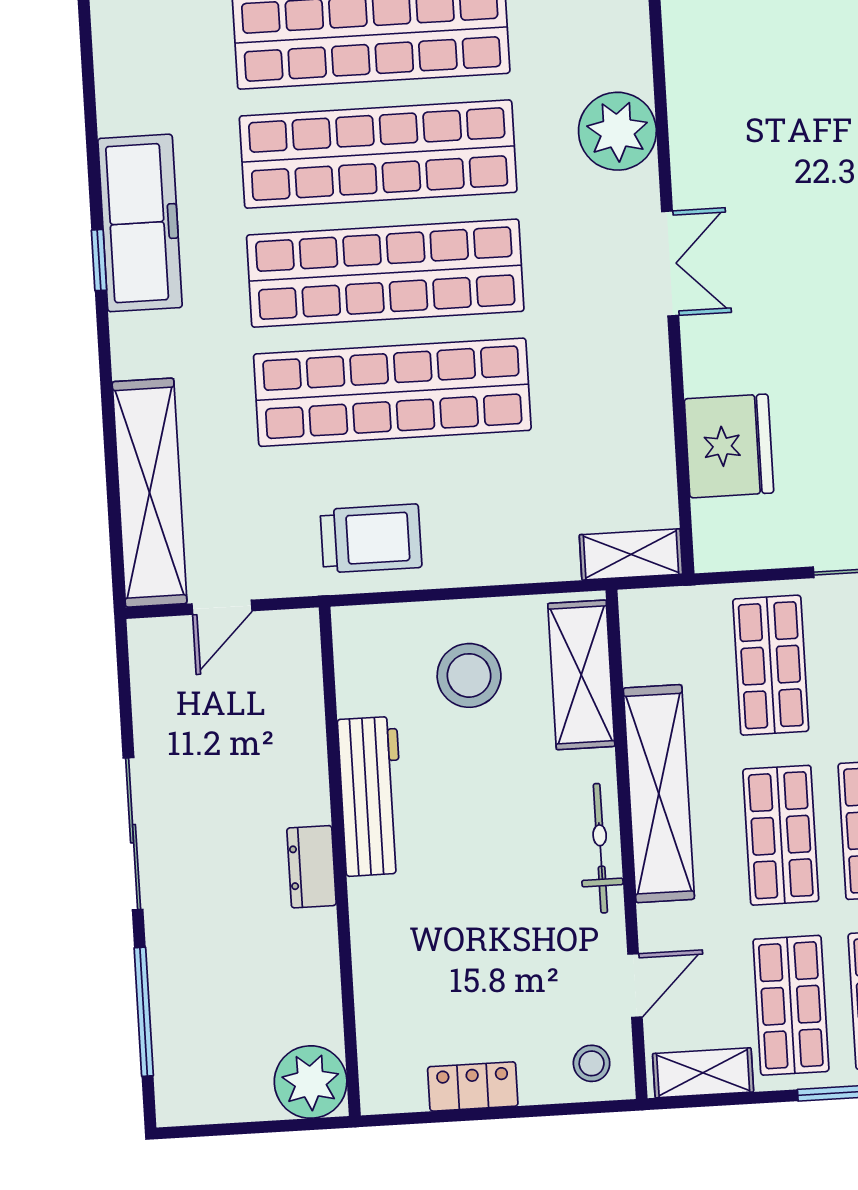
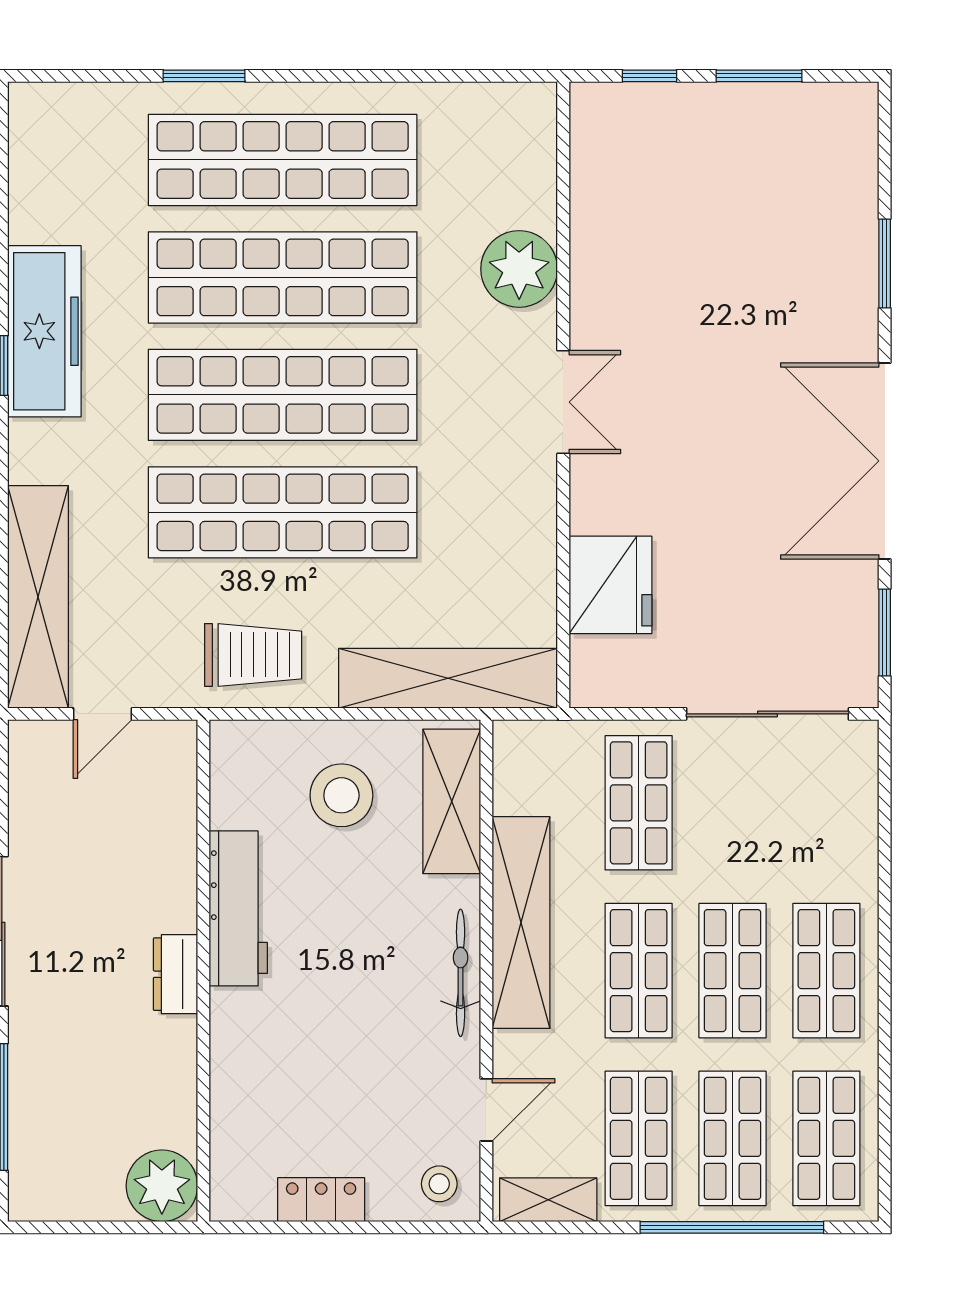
shelving: (631, 554) -> (448, 678), width x2.20, depth x1.33

